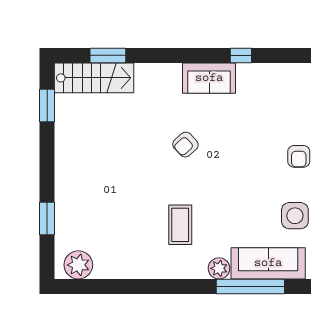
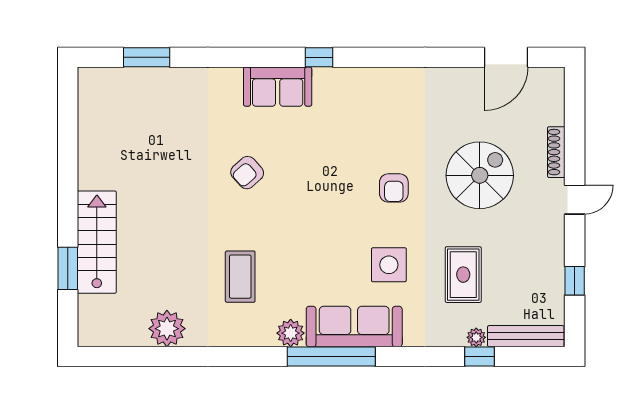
stairs: (94, 78) -> (97, 242), moved, turned -90
window: (47, 106) -> (68, 122), removed
plant: (78, 265) -> (167, 329), moved

